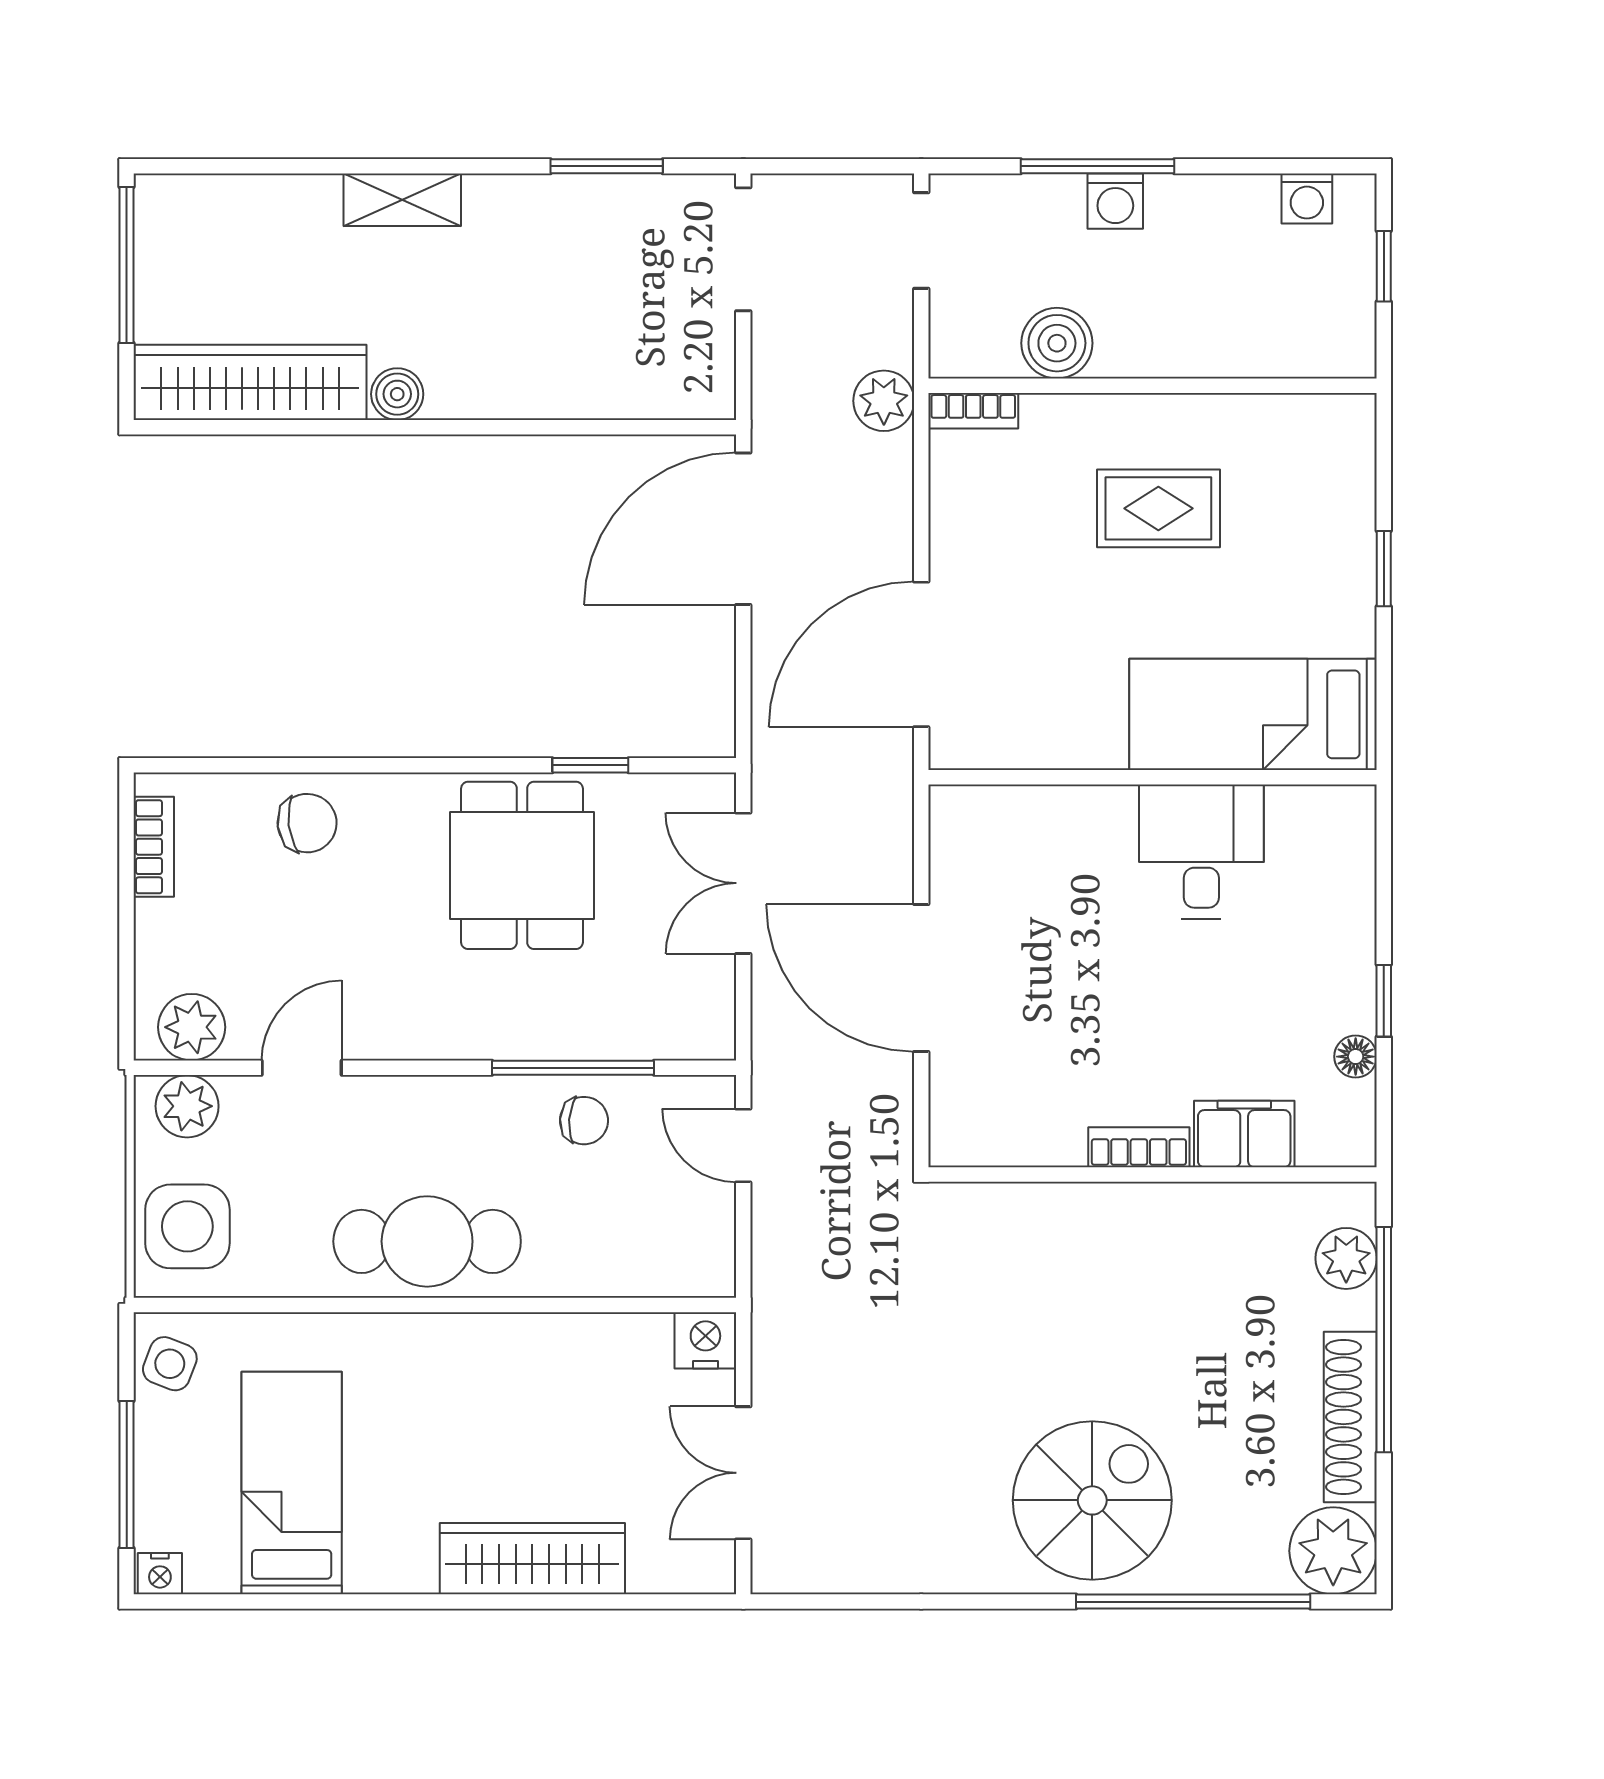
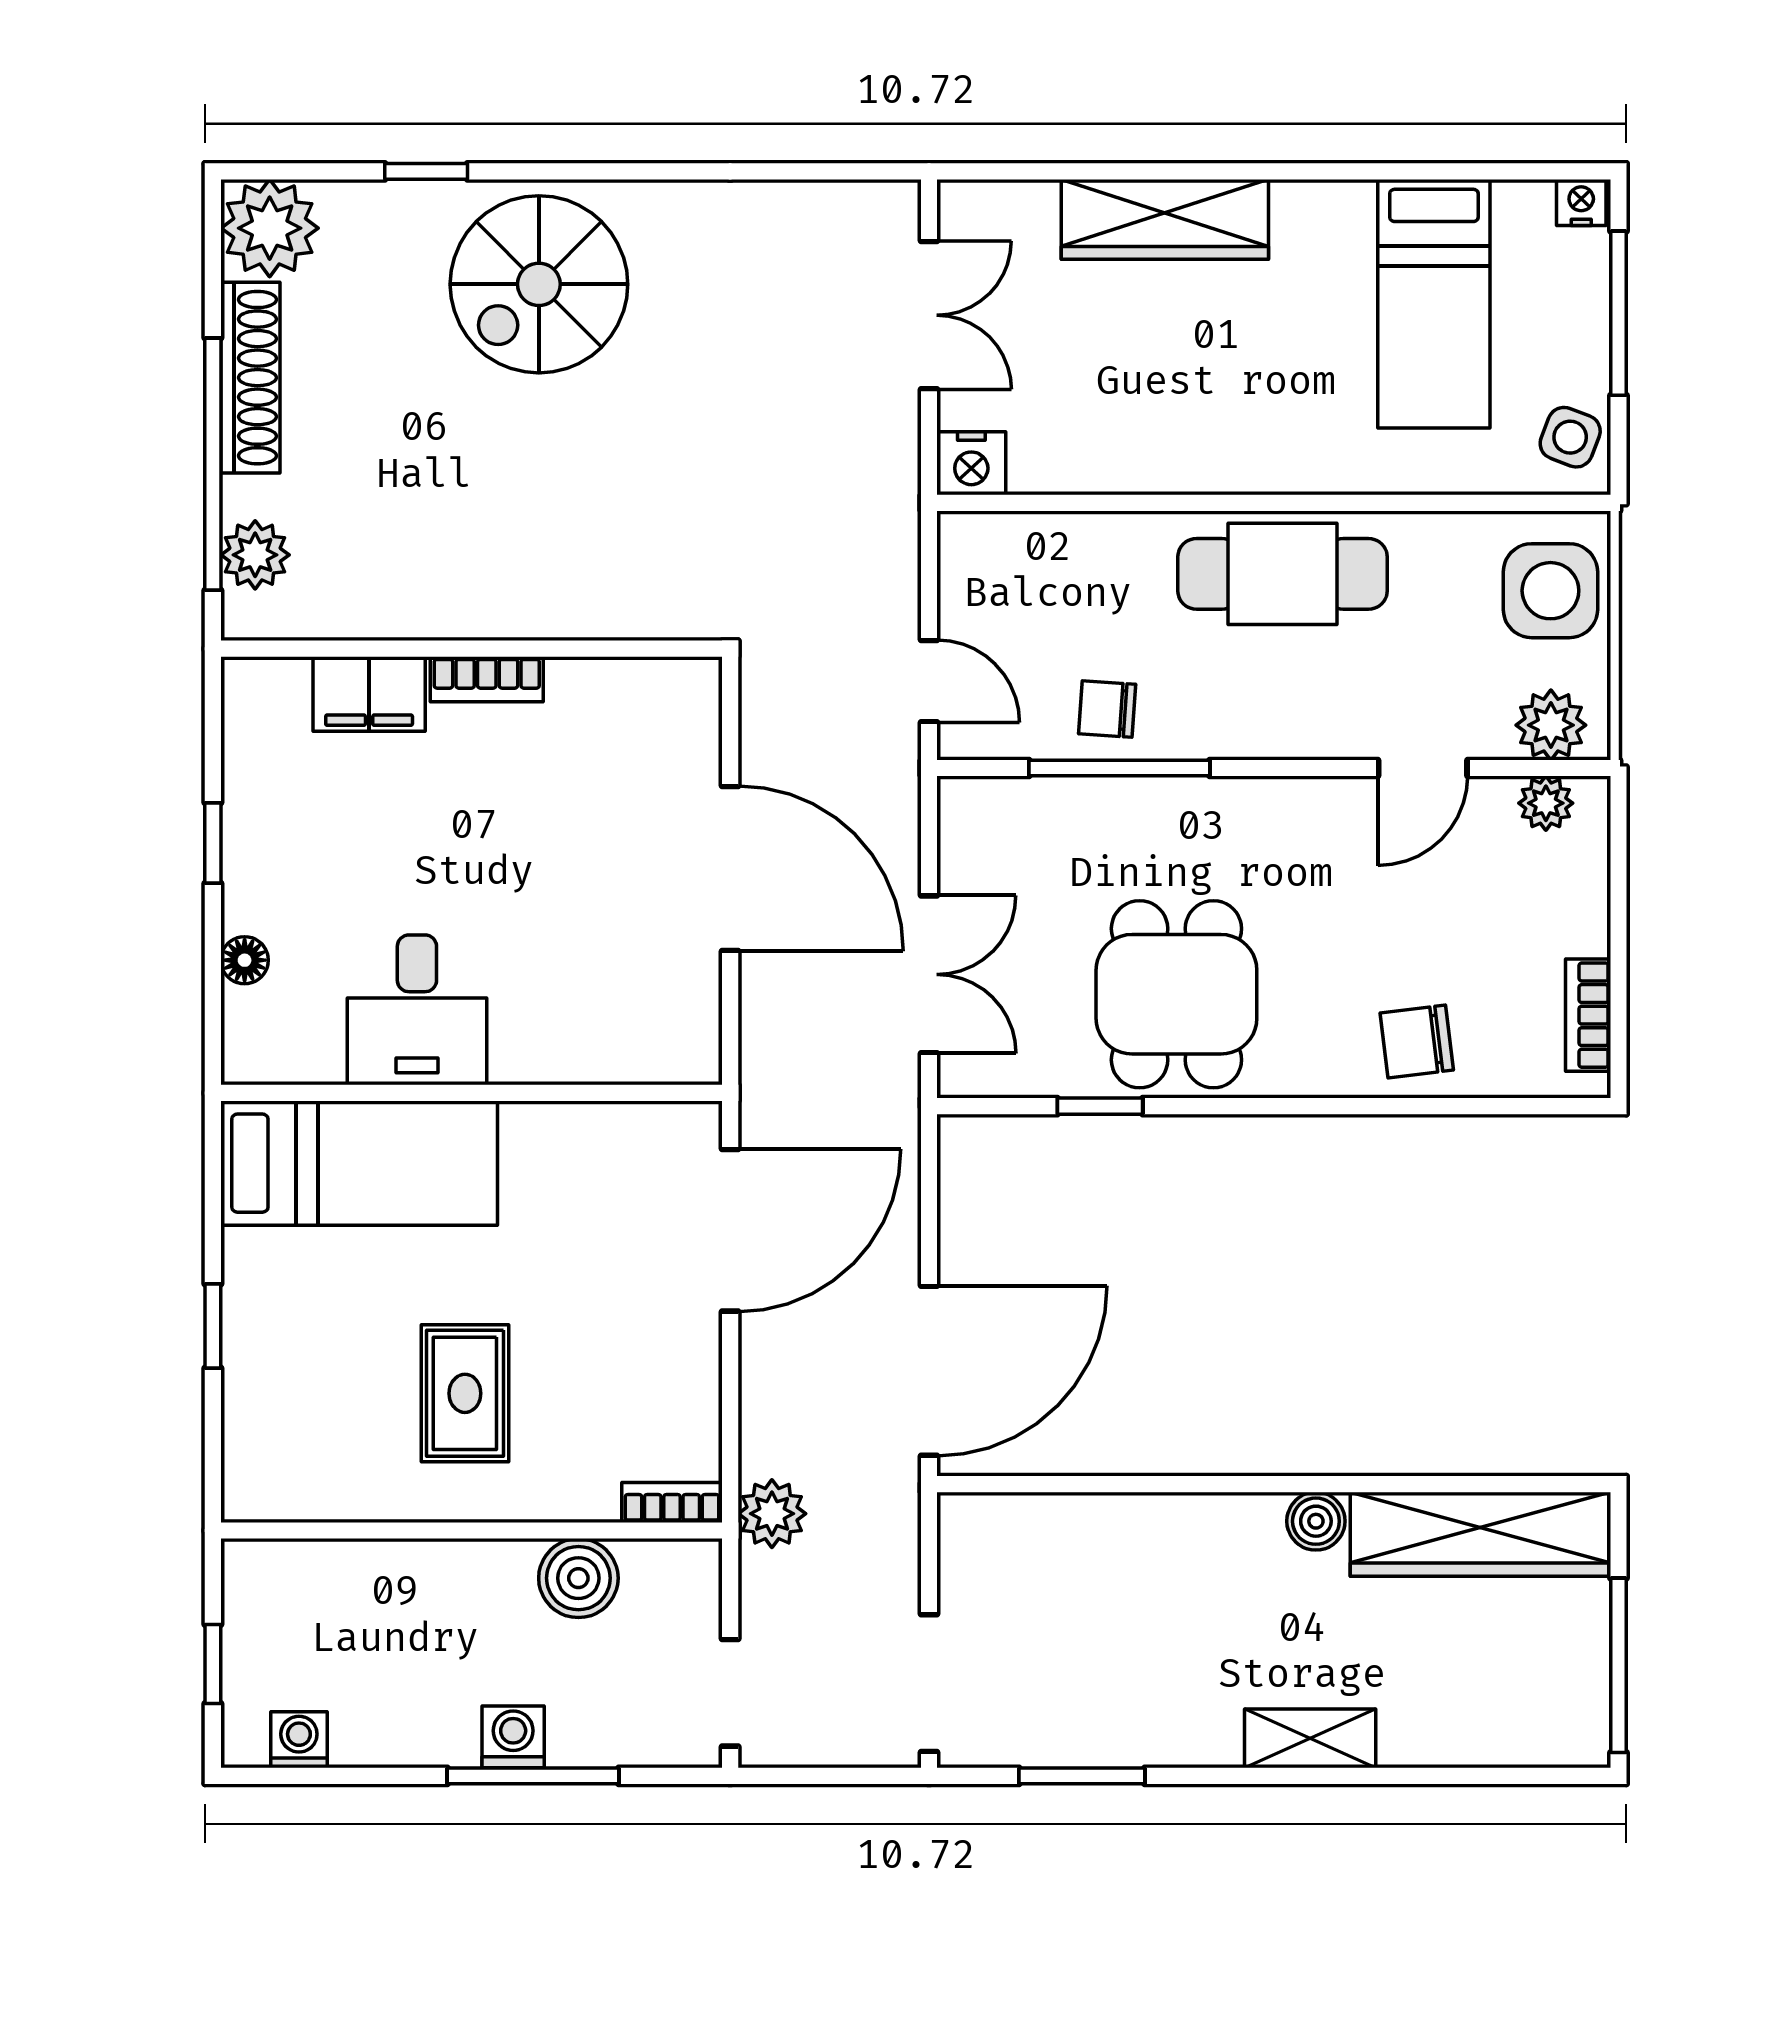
rug: (1158, 508) -> (465, 1393), turned 90
plant: (192, 1027) -> (1546, 803), width x0.73, depth x0.73
floor lamp: (1356, 1057) -> (245, 960), moved
window: (1193, 1602) -> (426, 171), width x0.32

